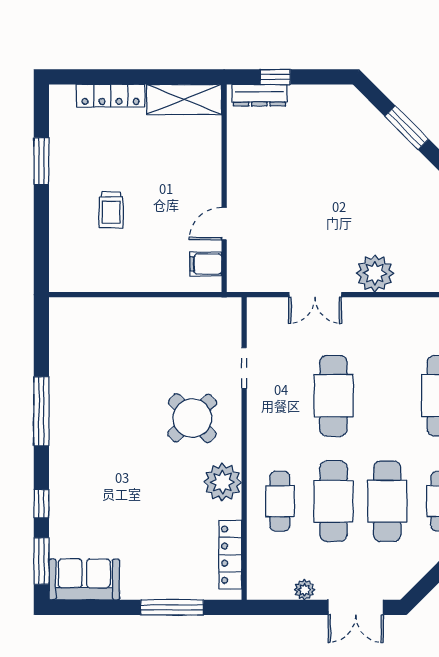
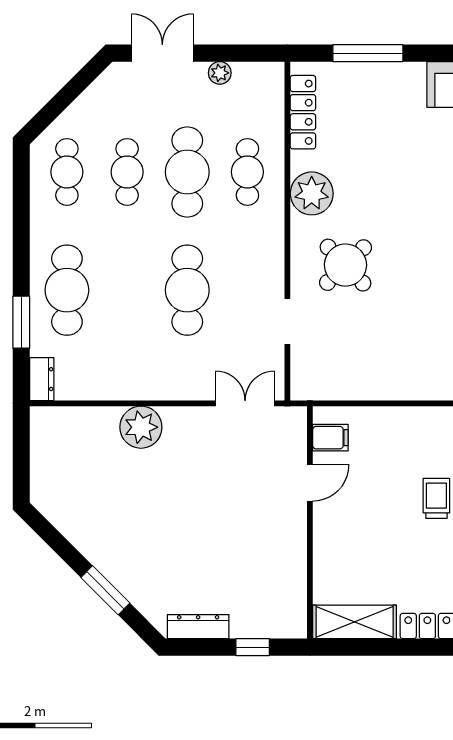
dresser: (259, 95) -> (198, 627), moved
double door: (315, 295) -> (245, 403), moved
cafe table: (387, 501) -> (127, 172), width x0.73, depth x0.74

